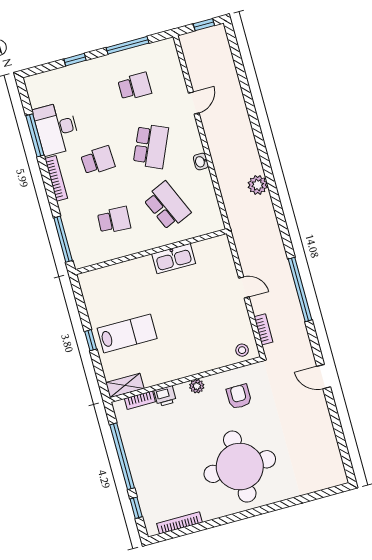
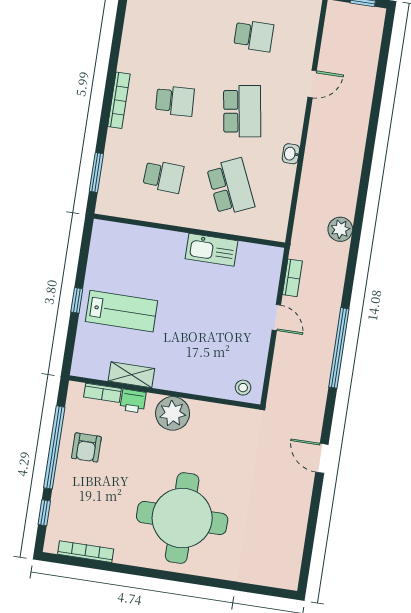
desk: (56, 128) -> (144, 44), removed
window: (35, 135) -> (116, 41), removed
school desk: (151, 146) -> (242, 111), turned -33
plant: (258, 185) -> (340, 229), moved
window: (63, 239) -> (96, 172), width x0.69
bookcase: (263, 329) -> (292, 278), moved
shelving: (125, 386) -> (131, 375), moved
plant: (197, 386) -> (173, 413), width x1.87, depth x1.87
armchair: (239, 397) -> (86, 447), moved, turned 180

